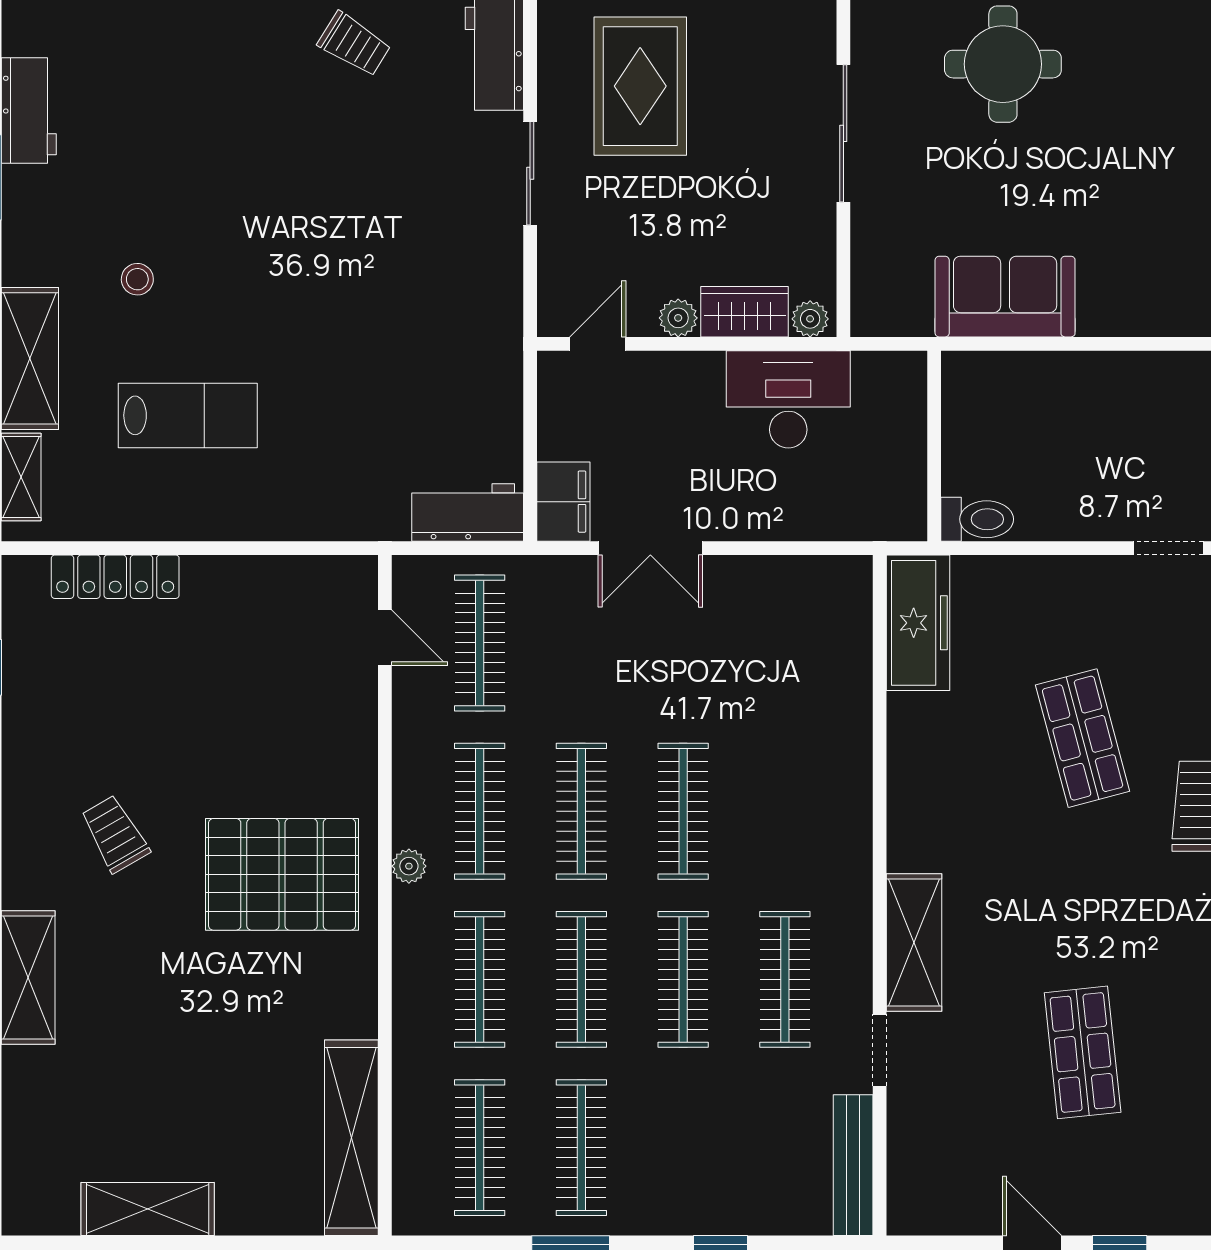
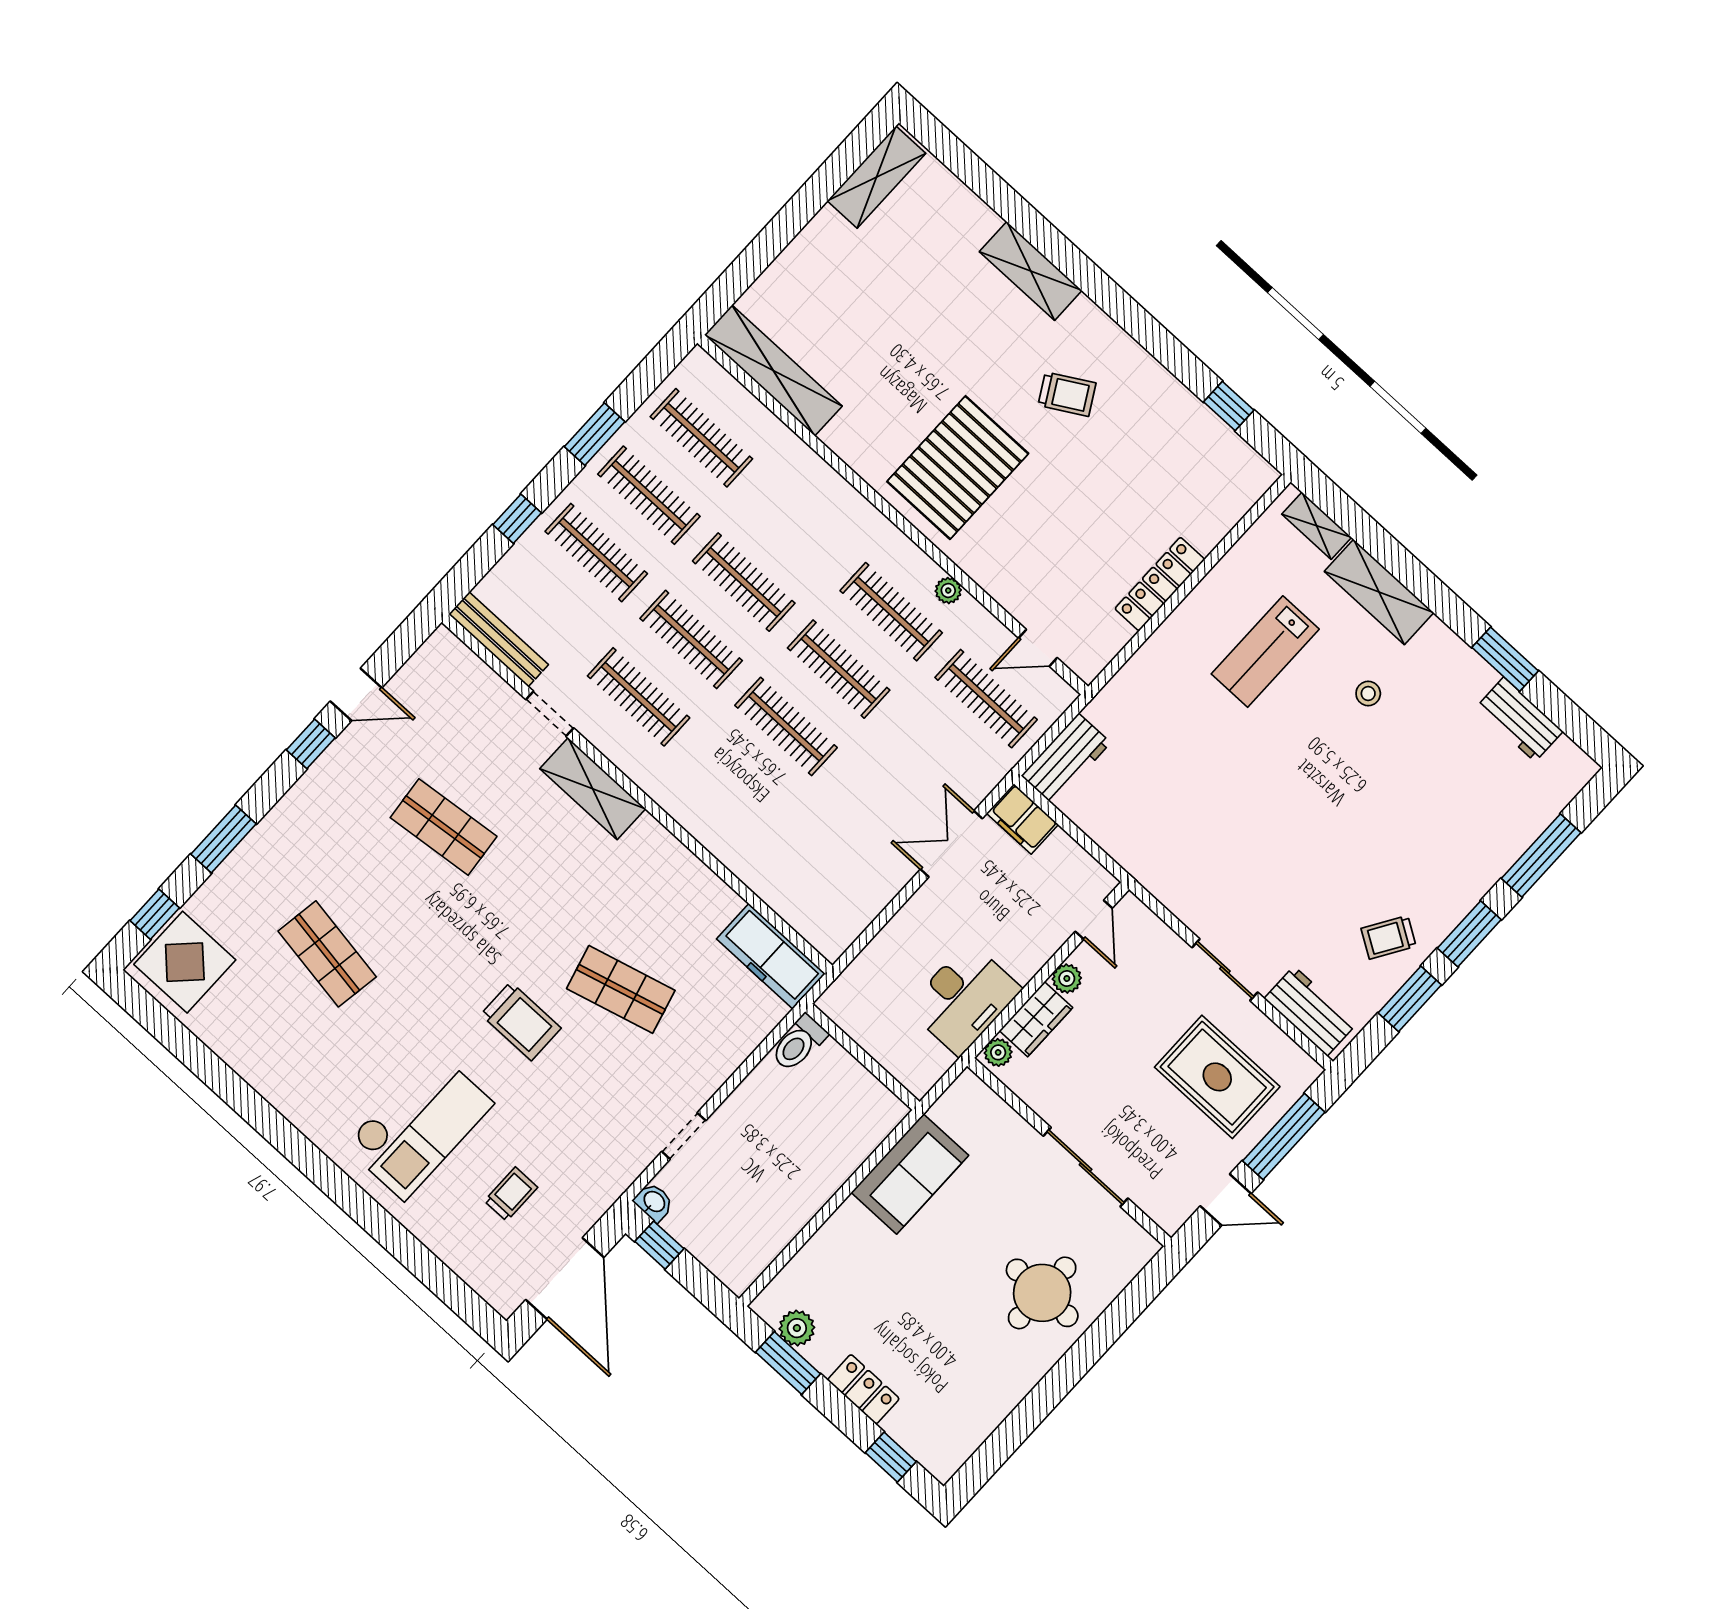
locker: (115, 577) -> (1160, 584), moved
plant: (409, 866) -> (948, 591), moved
clothes rail: (480, 979) -> (596, 553), moved
shelving: (148, 1209) -> (877, 177), moved

